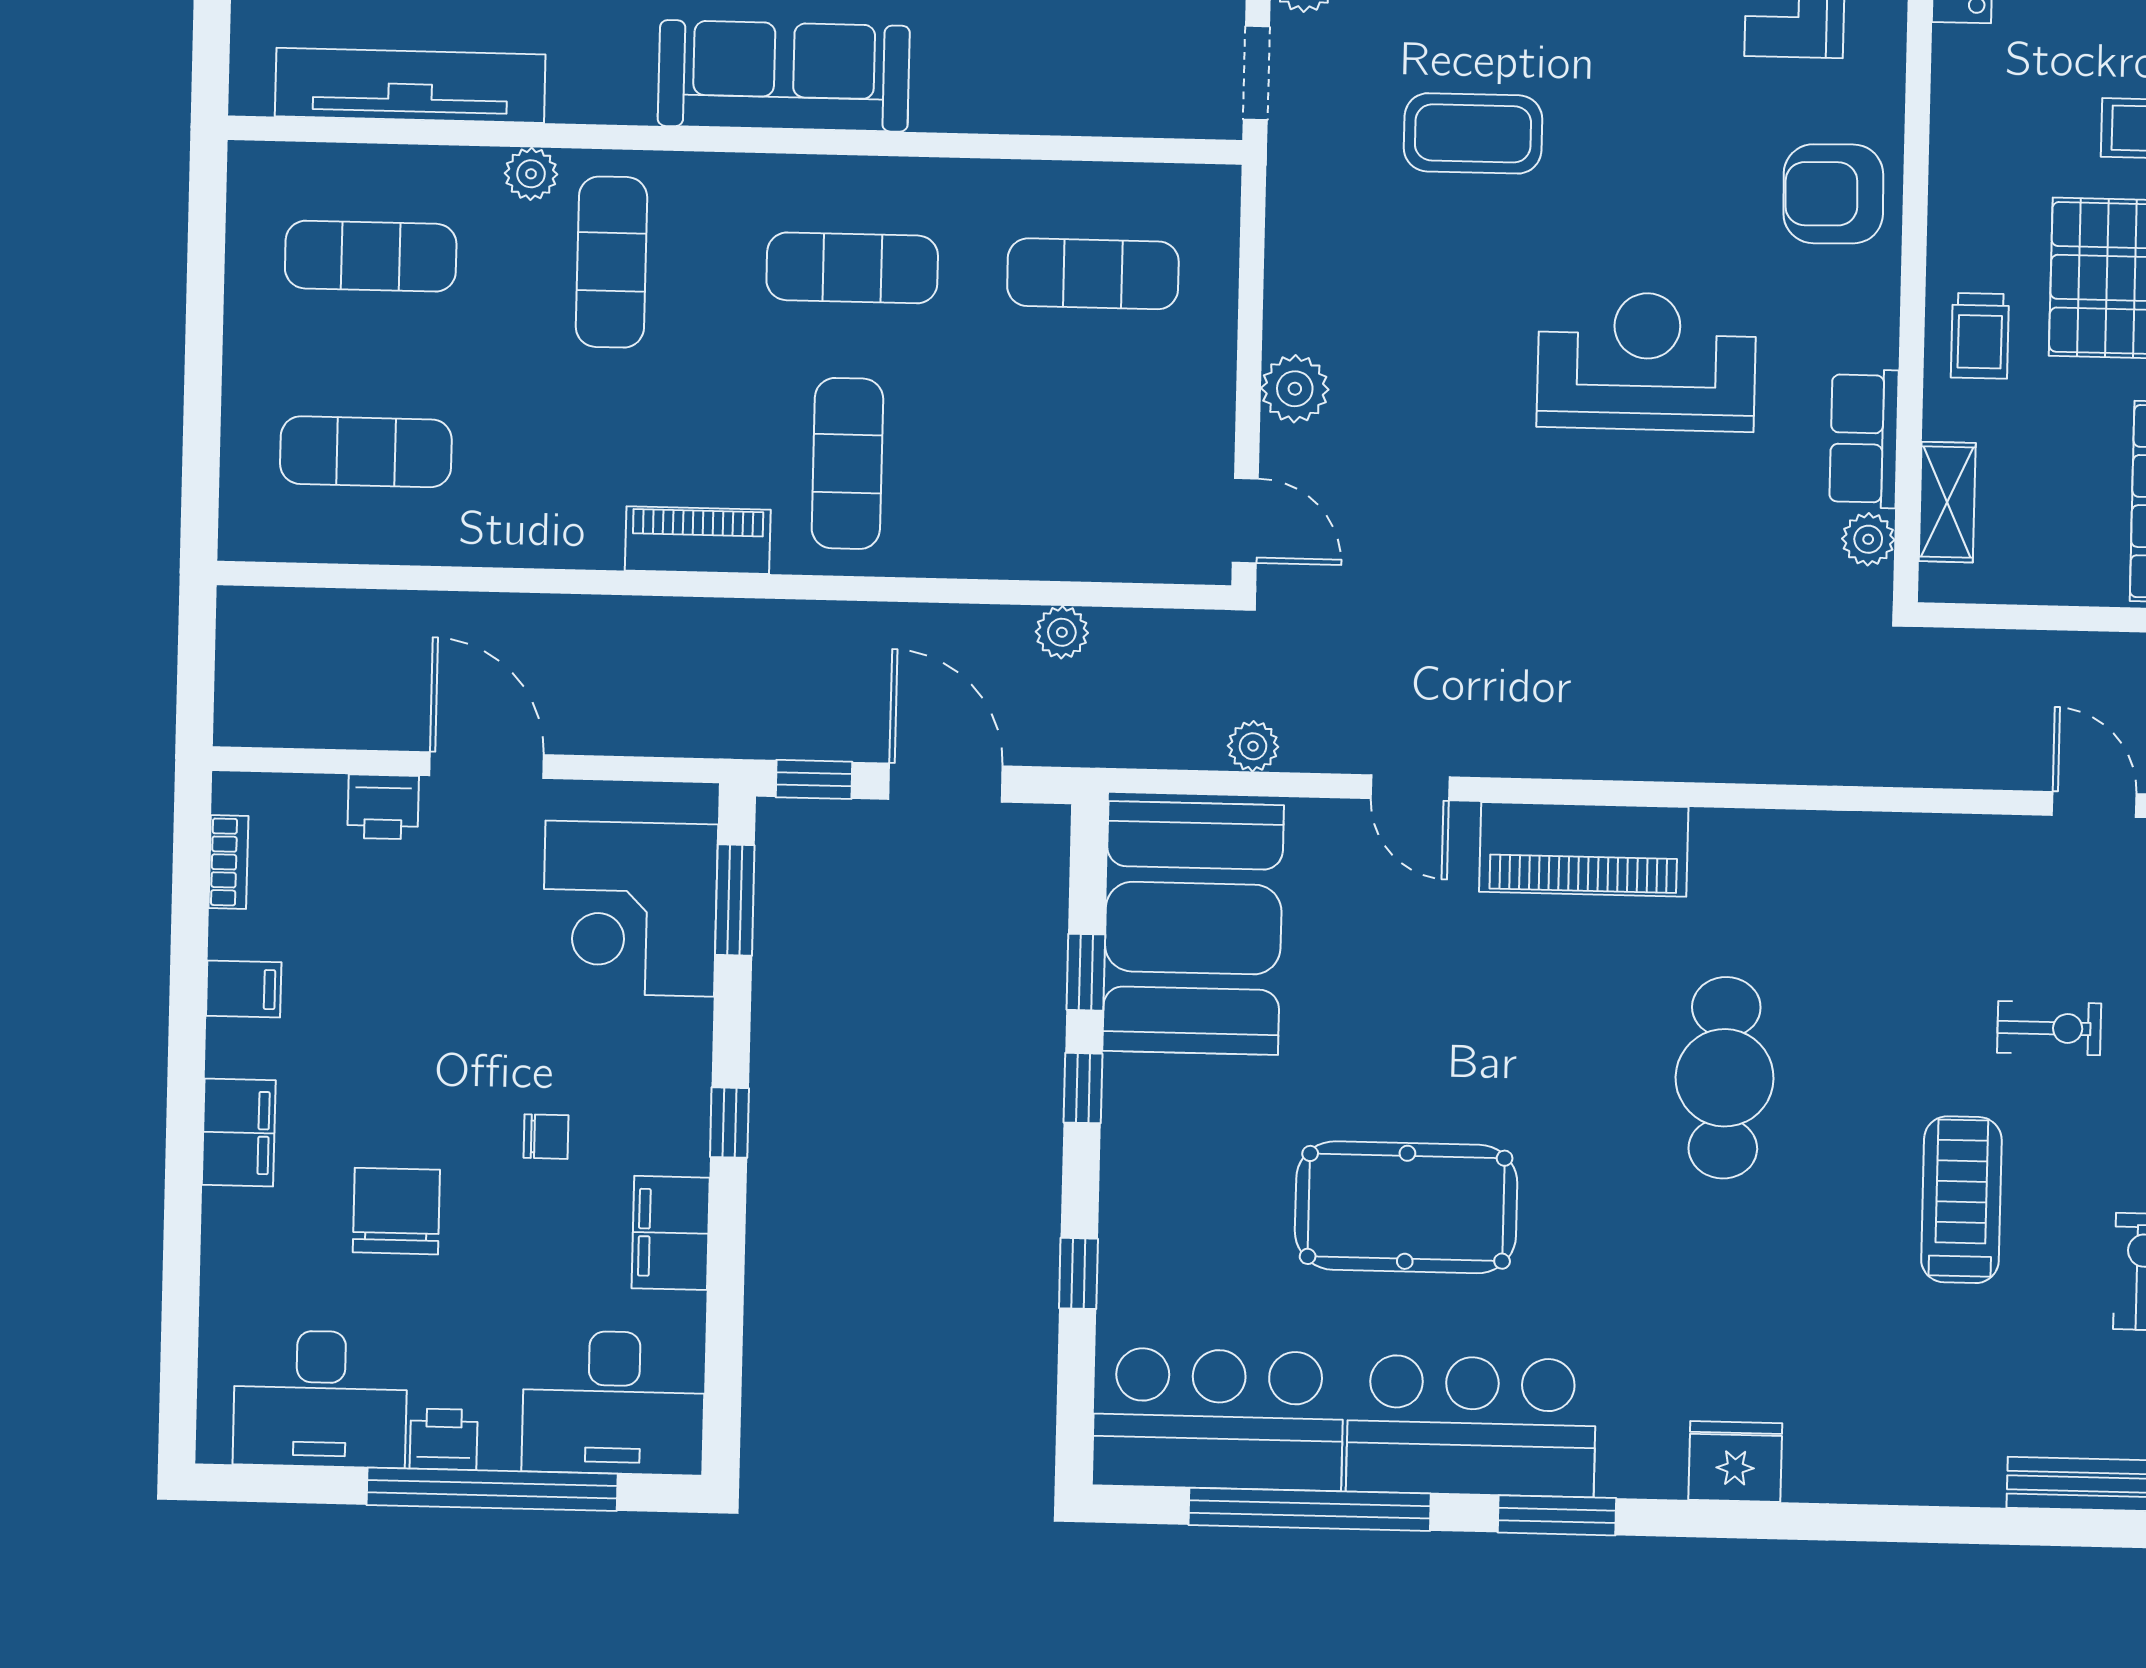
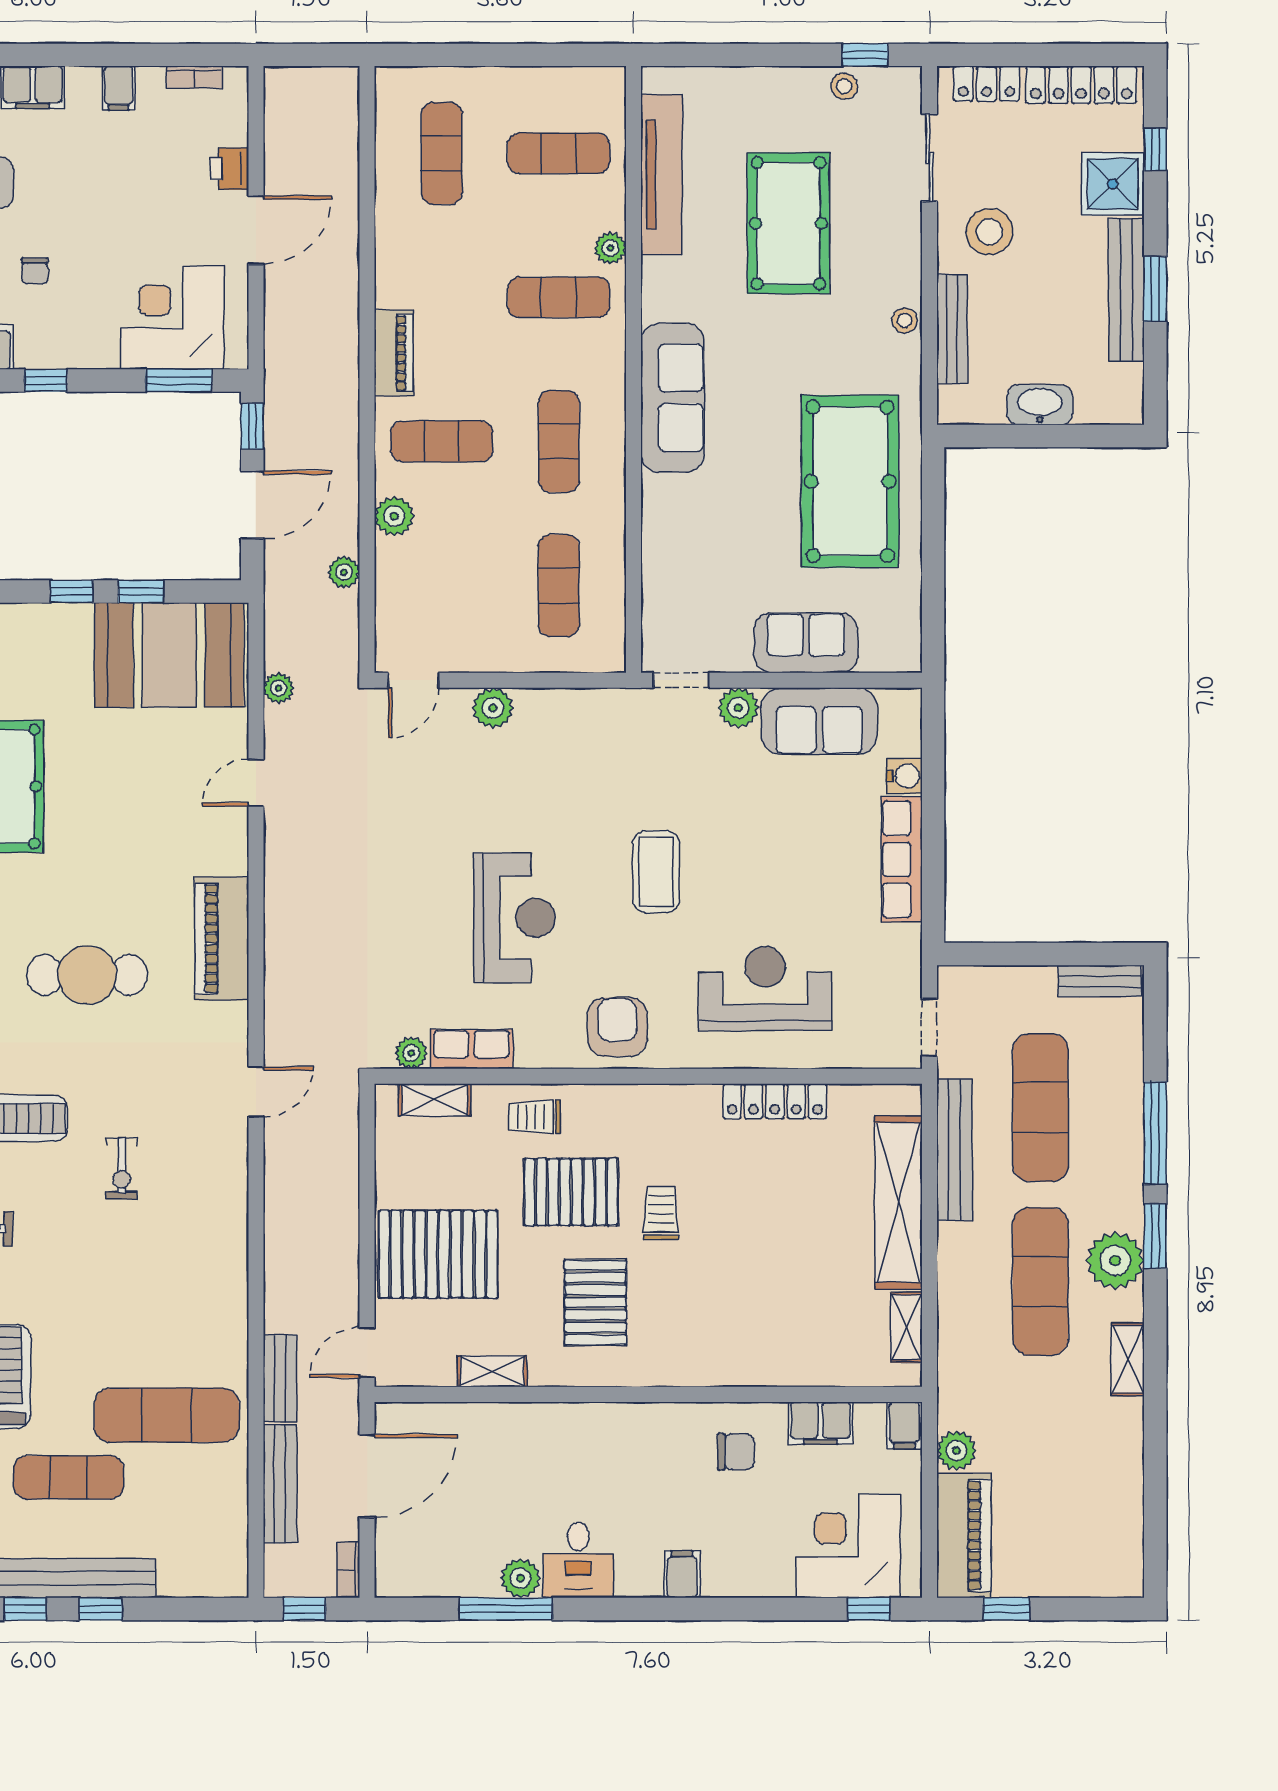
coffee table: (1473, 133) -> (656, 872), moved
exercise mat: (371, 256) -> (559, 153), turned 90
plant: (970, 546) -> (394, 516), added
door: (2094, 804) -> (256, 1092), moved
piano: (1584, 849) -> (222, 939), moved

